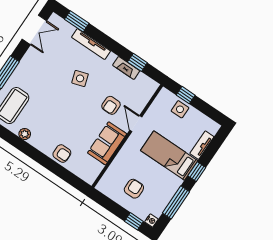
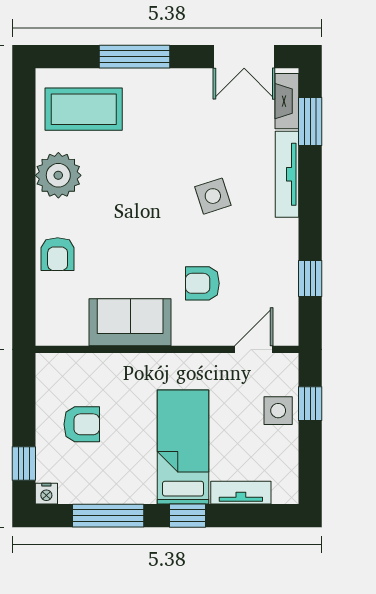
fireplace: (126, 68) -> (287, 101), moved
door: (136, 124) -> (254, 349), moved
plant: (25, 134) -> (58, 175), width x1.88, depth x1.88

